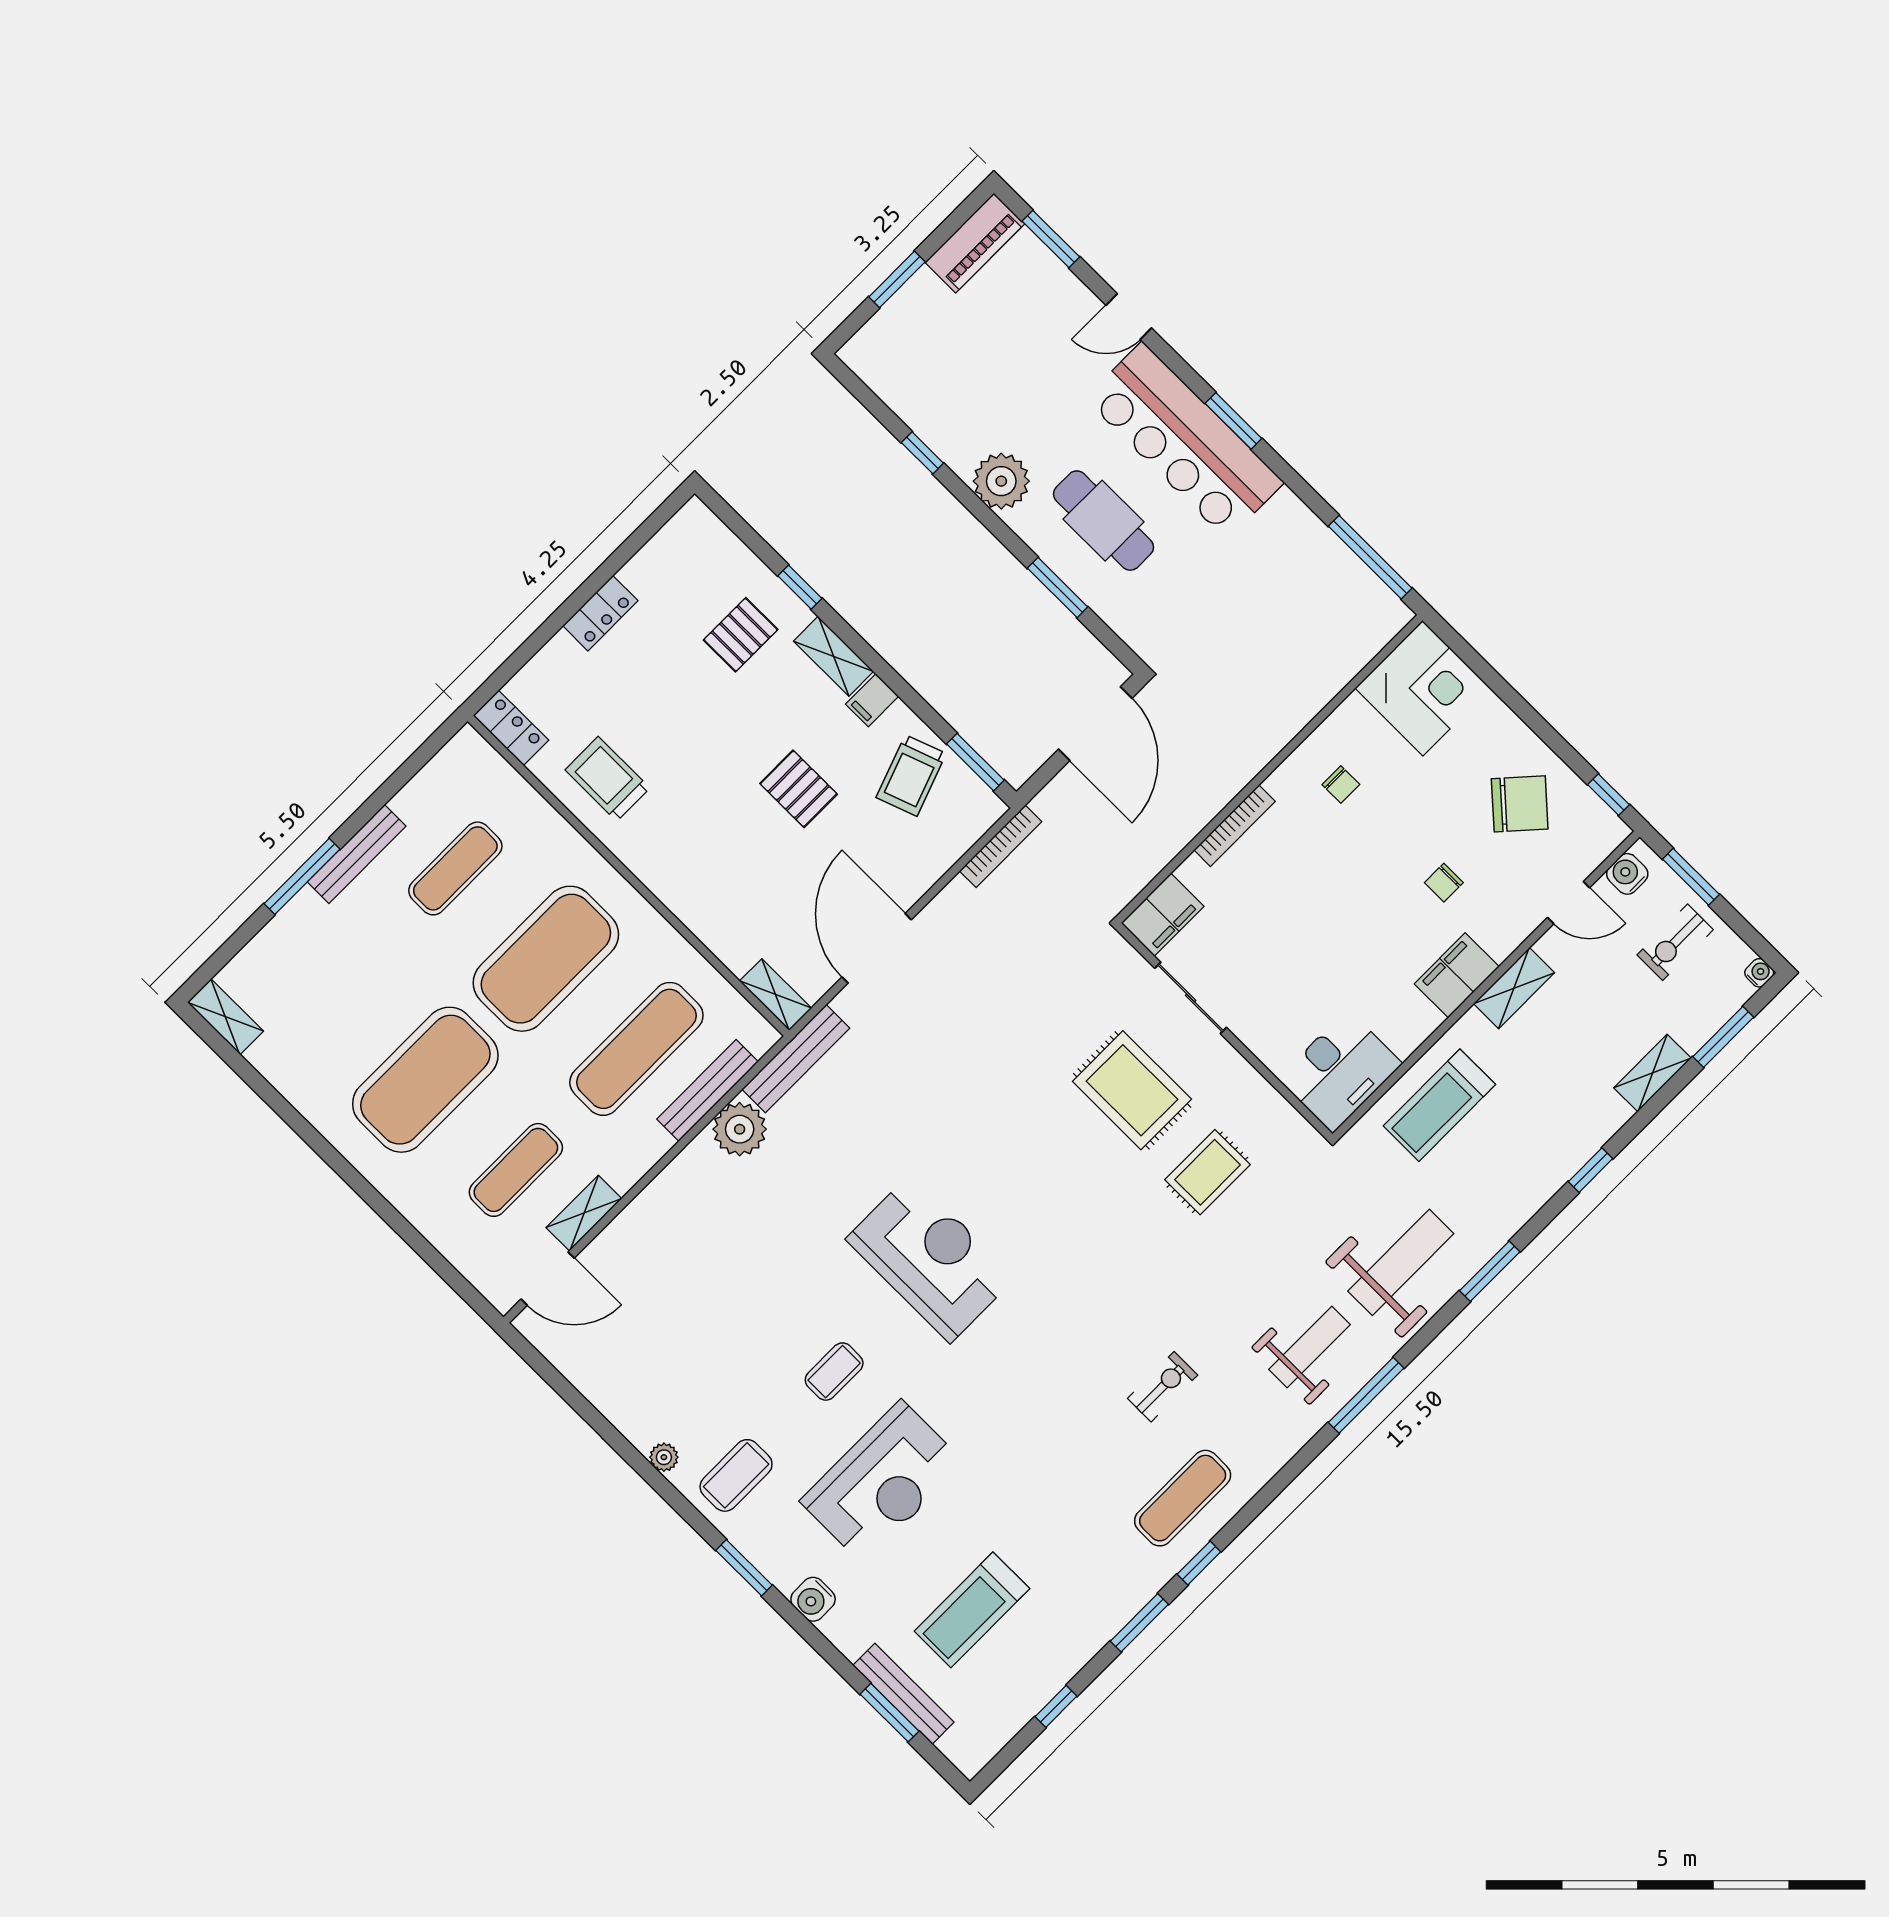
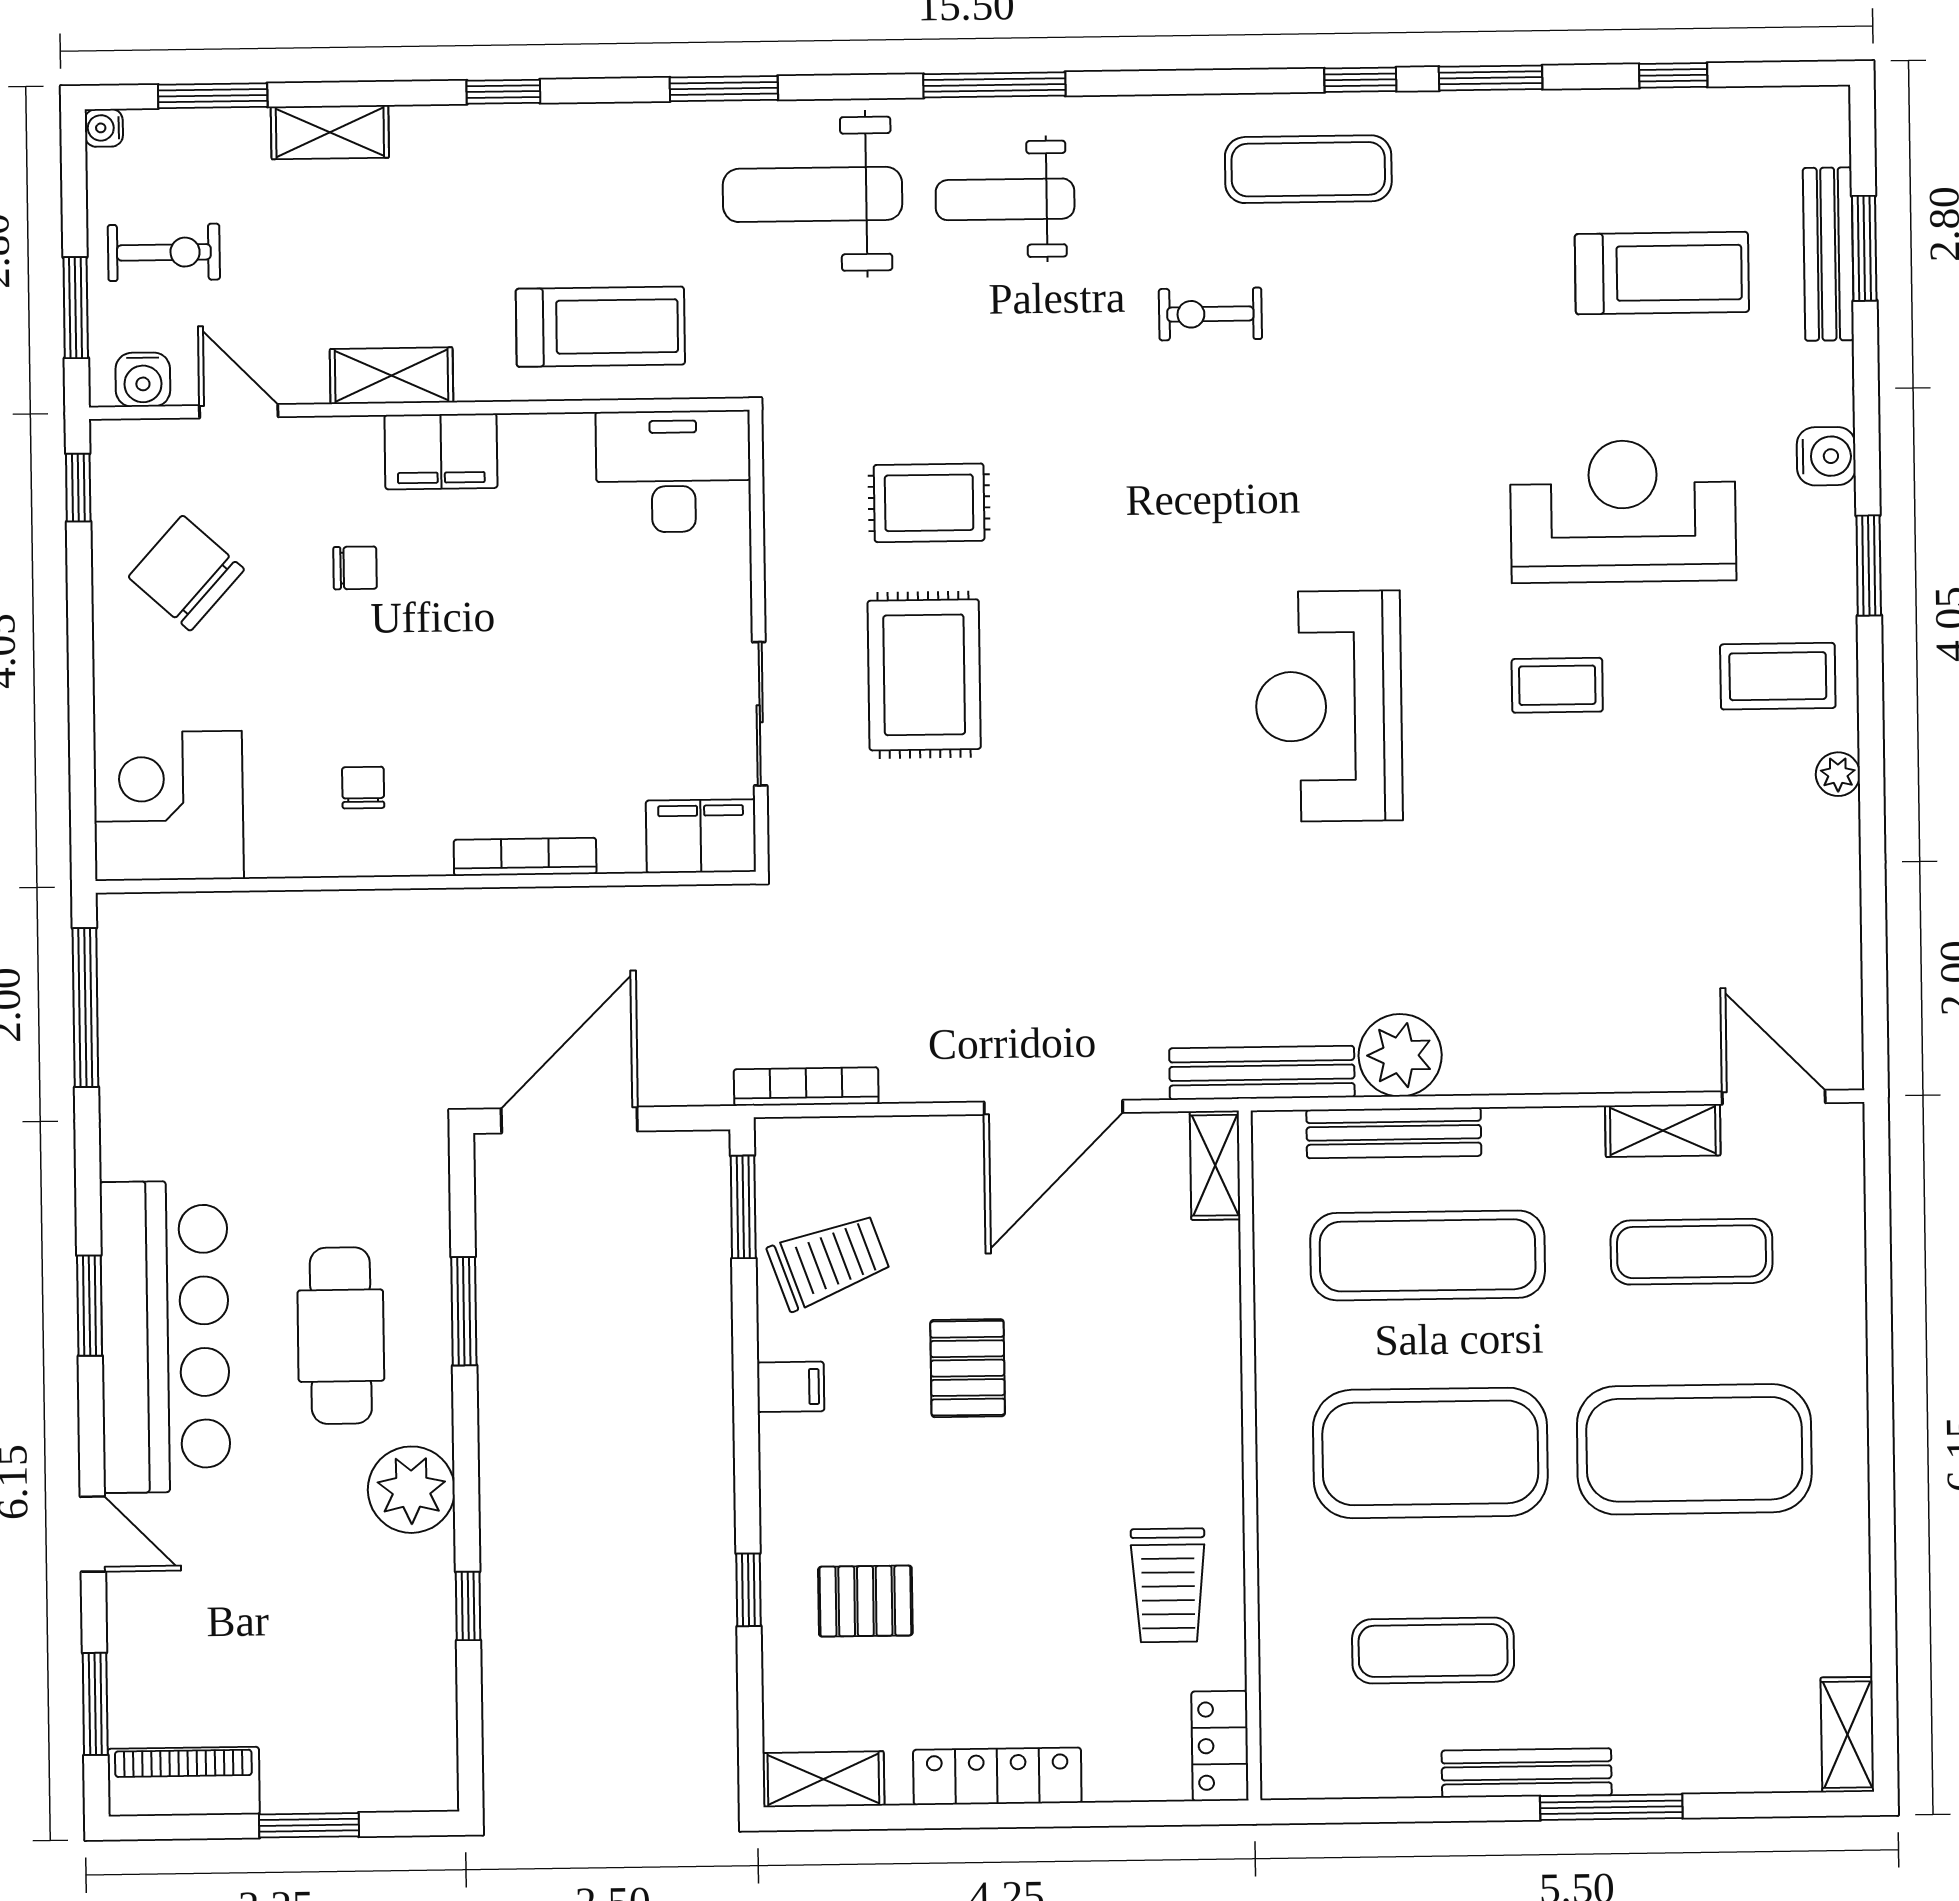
locker: (600, 613) -> (997, 1776), width x1.53
shelving: (833, 656) -> (823, 1779), moved, turned 90

